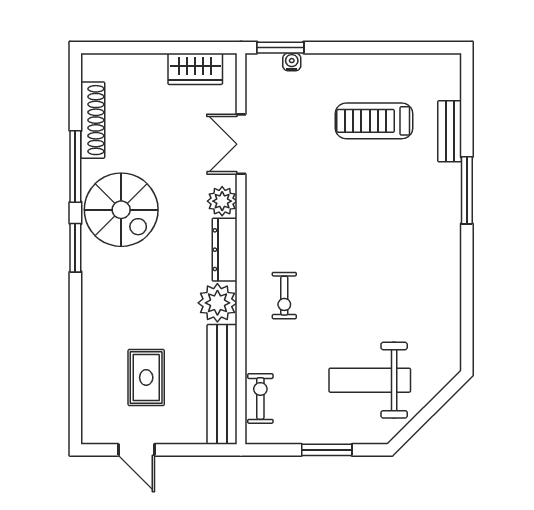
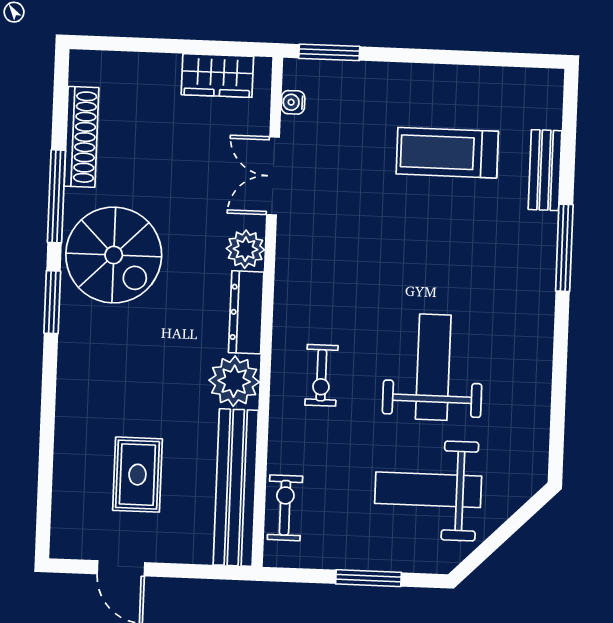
water cooler: (292, 62) -> (293, 102), moved, turned -90
weight bench: (370, 286) -> (433, 367), added

